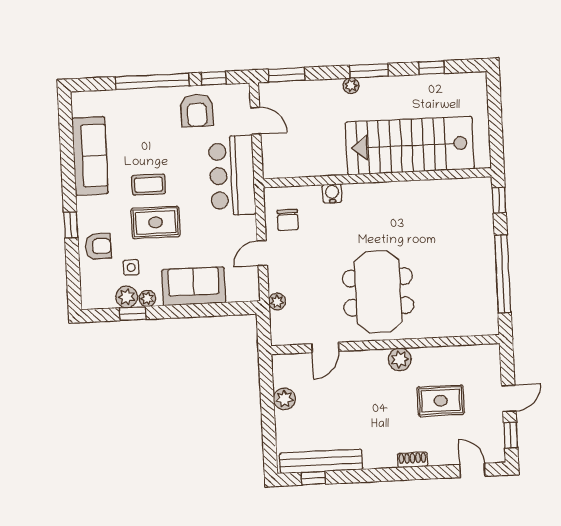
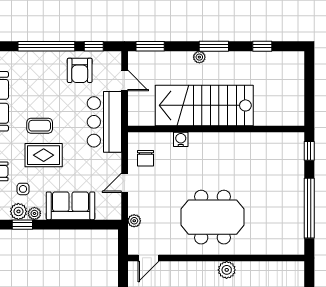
stairs: (410, 146) -> (204, 105), moved
meeting table: (378, 292) -> (212, 217), turned 90
door: (325, 347) -> (148, 258), moved

